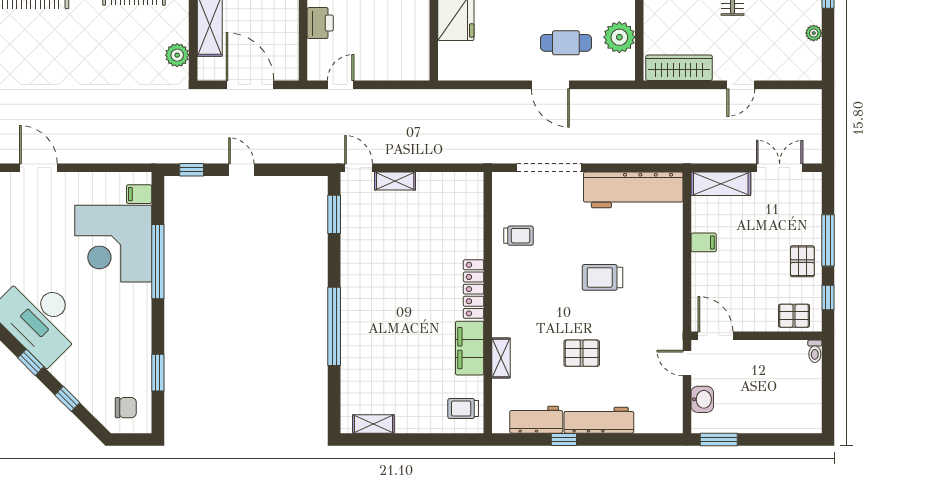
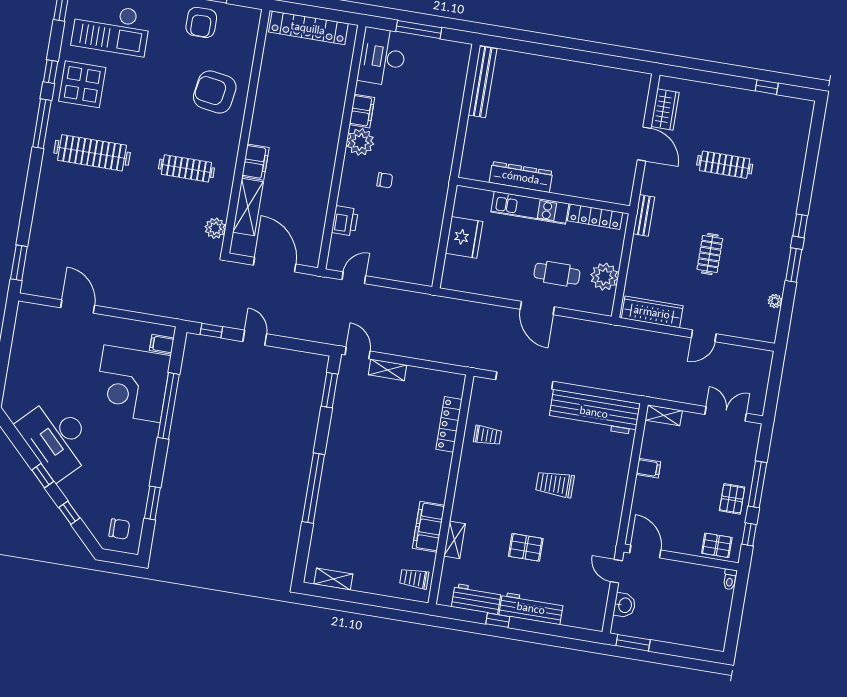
shelving: (721, 184) -> (664, 415), width x0.67, depth x0.75
locker: (474, 289) -> (449, 424), moved

